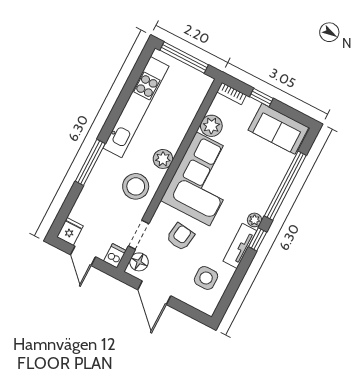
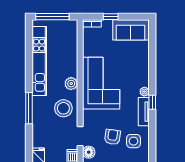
plant: (211, 126) -> (90, 49), removed
window: (285, 186) -> (152, 62), removed
armchair: (180, 237) -> (112, 137), moved

